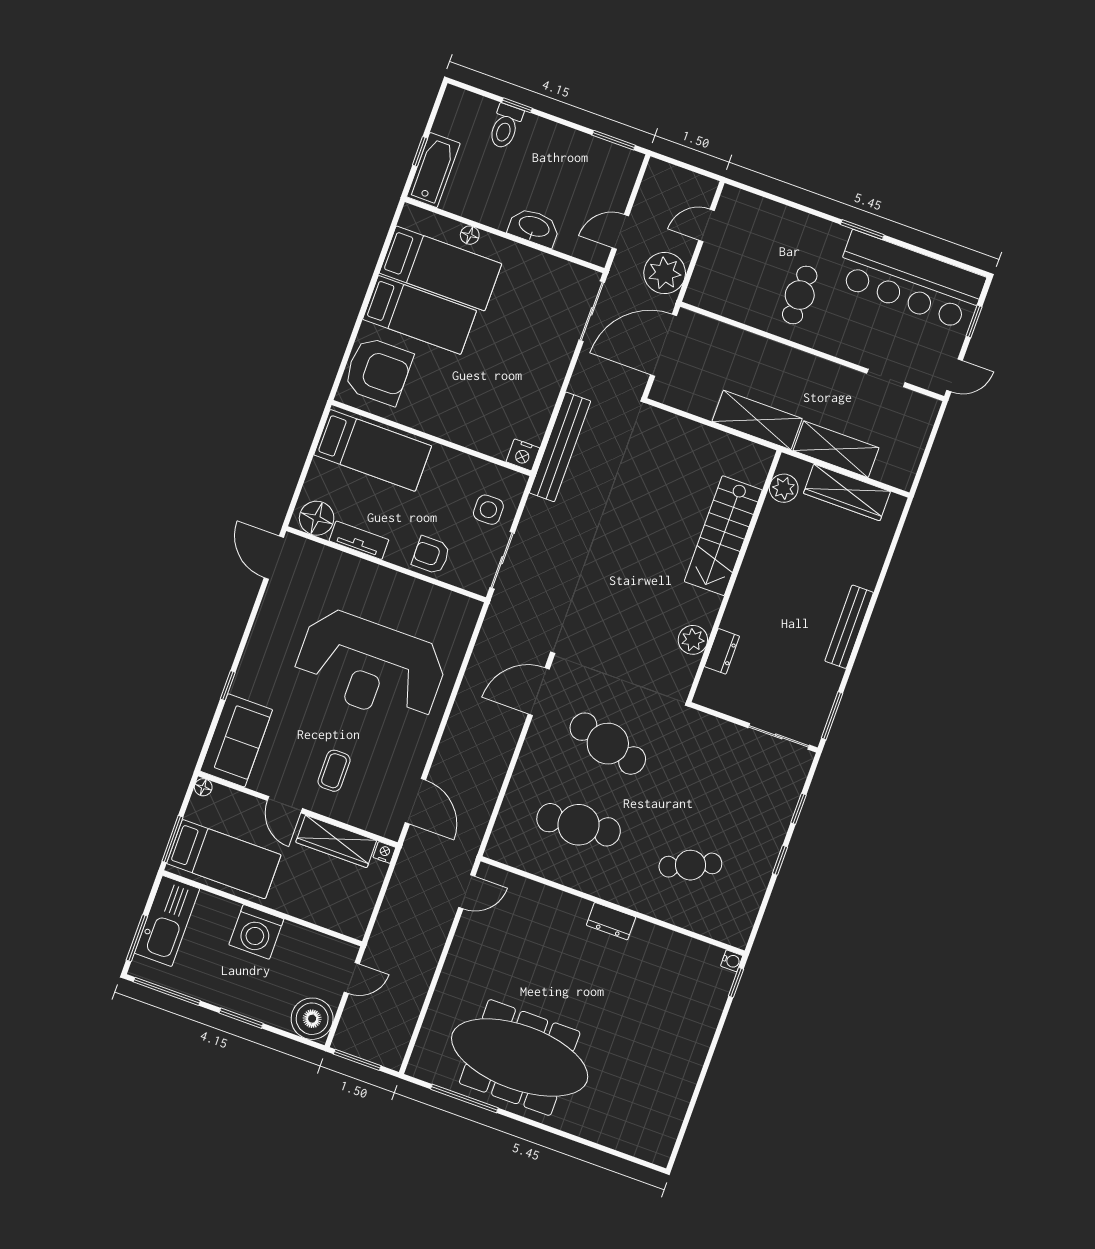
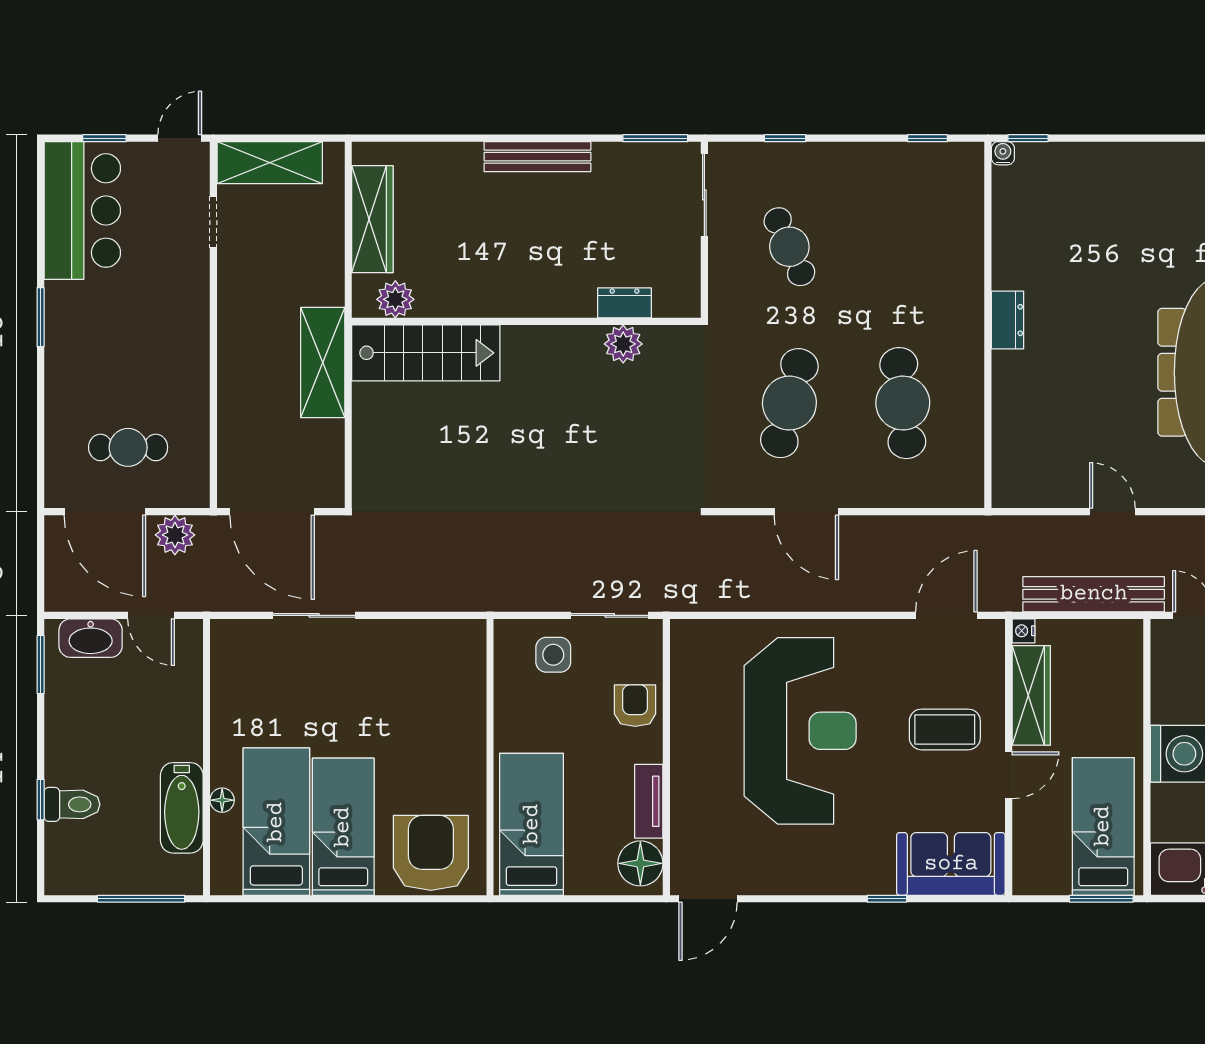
window: (420, 152) -> (141, 899), width x2.17
bathtub: (433, 170) -> (182, 808), moved, turned -90
door: (707, 226) -> (105, 512), width x1.87
washbasin: (534, 227) -> (91, 638), moved, turned -90
plant: (665, 273) -> (175, 535), width x0.73, depth x0.73
bar counter: (910, 281) -> (82, 210), width x0.73
cafe table: (800, 295) -> (128, 447), moved
sliding door: (592, 311) -> (314, 615), moved
door: (955, 375) -> (180, 138), hinge flipped
bench: (560, 447) -> (1094, 594), moved
shelving: (836, 449) -> (270, 163), moved, turned 90
nightstand: (523, 455) -> (470, 637), removed
stairs: (723, 536) -> (426, 353), moved
armchair: (431, 555) -> (635, 706), turned 180
door: (539, 692) -> (806, 512), moved
coffee table: (334, 771) -> (945, 729), width x1.36, depth x1.30
floor lamp: (203, 787) -> (1024, 884), removed
window: (780, 860) -> (927, 138), moved
cafe table: (690, 865) -> (789, 247), moved
door: (467, 892) -> (1112, 512), moved

